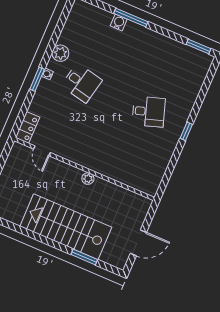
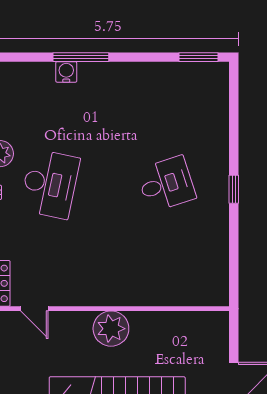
desk: (82, 83) -> (50, 184), width x1.37
plant: (88, 179) -> (111, 329), width x1.87, depth x1.87

